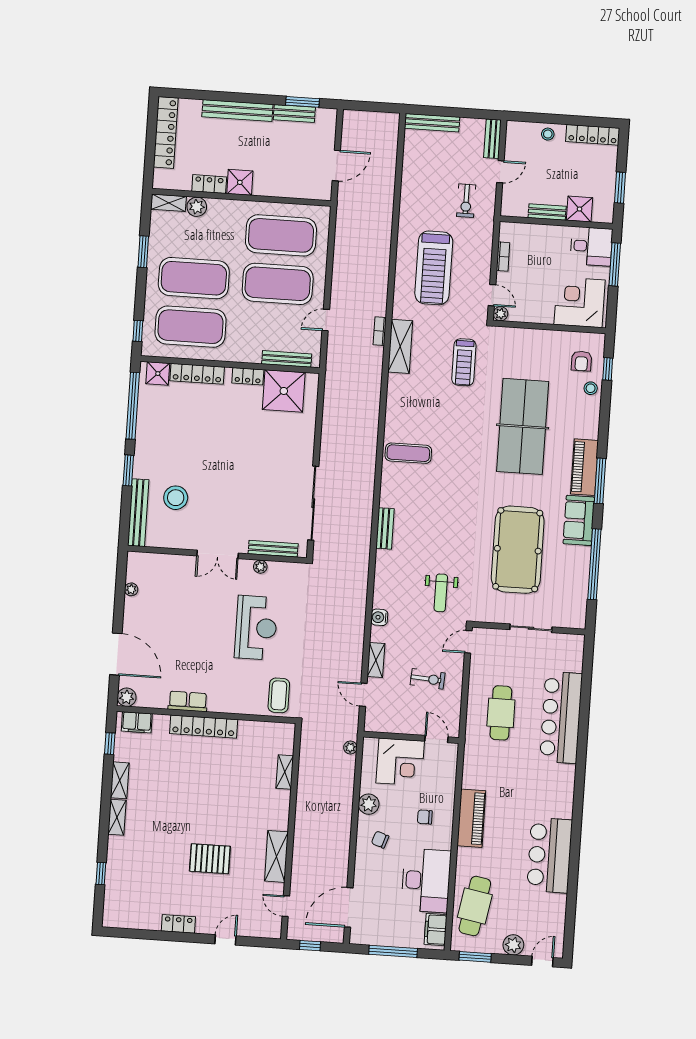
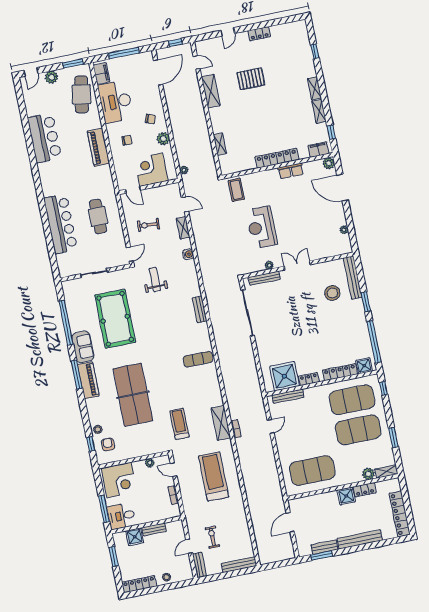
exercise bike: (466, 201) -> (212, 537), moved
exercise mat: (278, 284) -> (306, 440), removed
plant: (501, 314) -> (150, 463), moved

